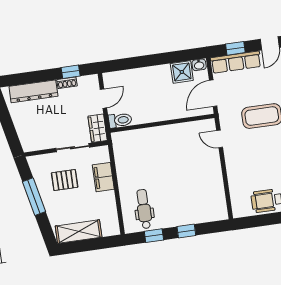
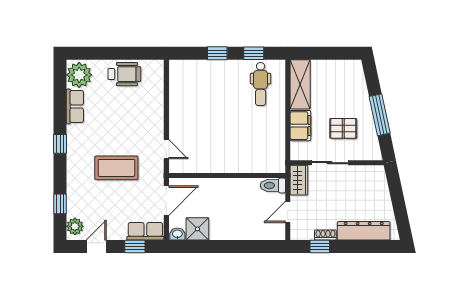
row of seats: (236, 62) -> (145, 231), width x0.68
shelving: (79, 232) -> (300, 84), moved, turned 90

